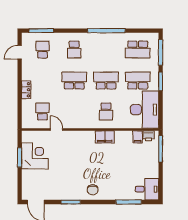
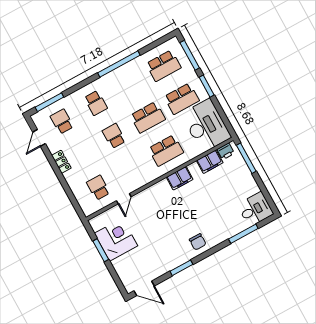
school desk: (74, 80) -> (114, 136), width x0.54
school desk: (106, 80) -> (148, 117), turned 180
school desk: (138, 80) -> (182, 99), turned 180
locker: (26, 90) -> (61, 162), moved
school desk: (106, 111) -> (166, 150), width x1.85
door: (57, 129) -> (124, 199), swing flipped
filing cabinet: (138, 137) -> (210, 162), width x2.00

